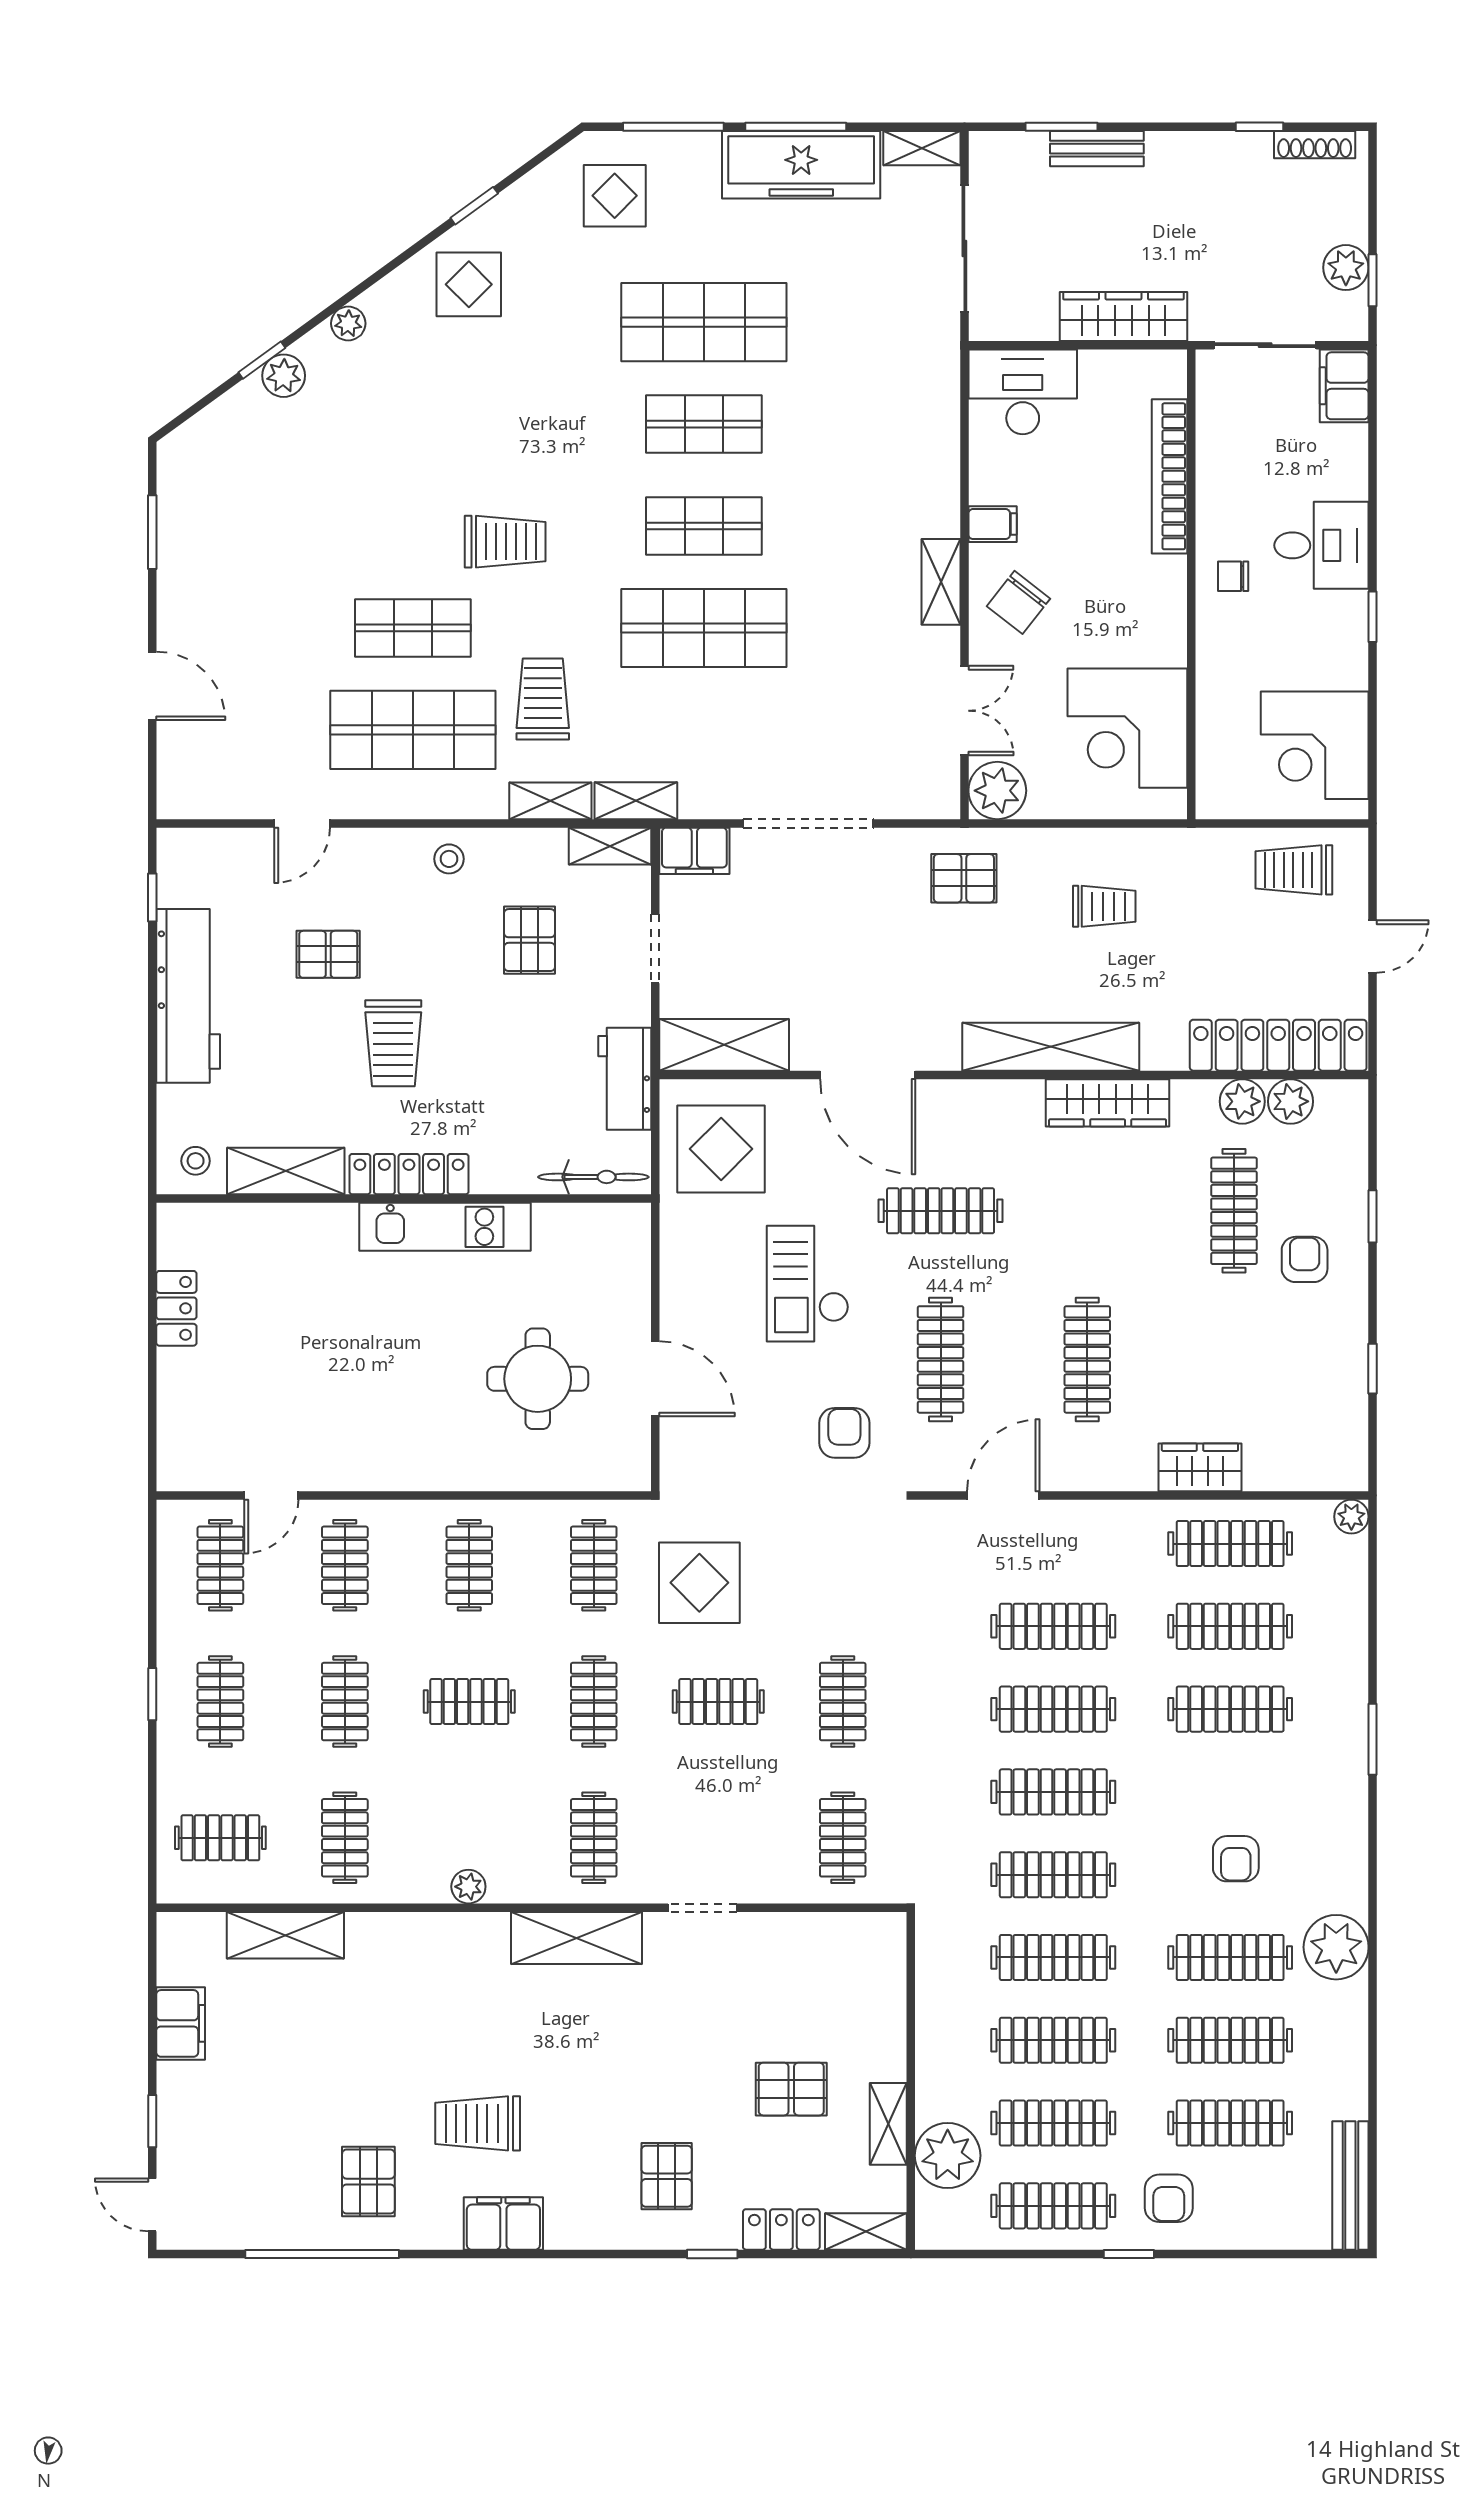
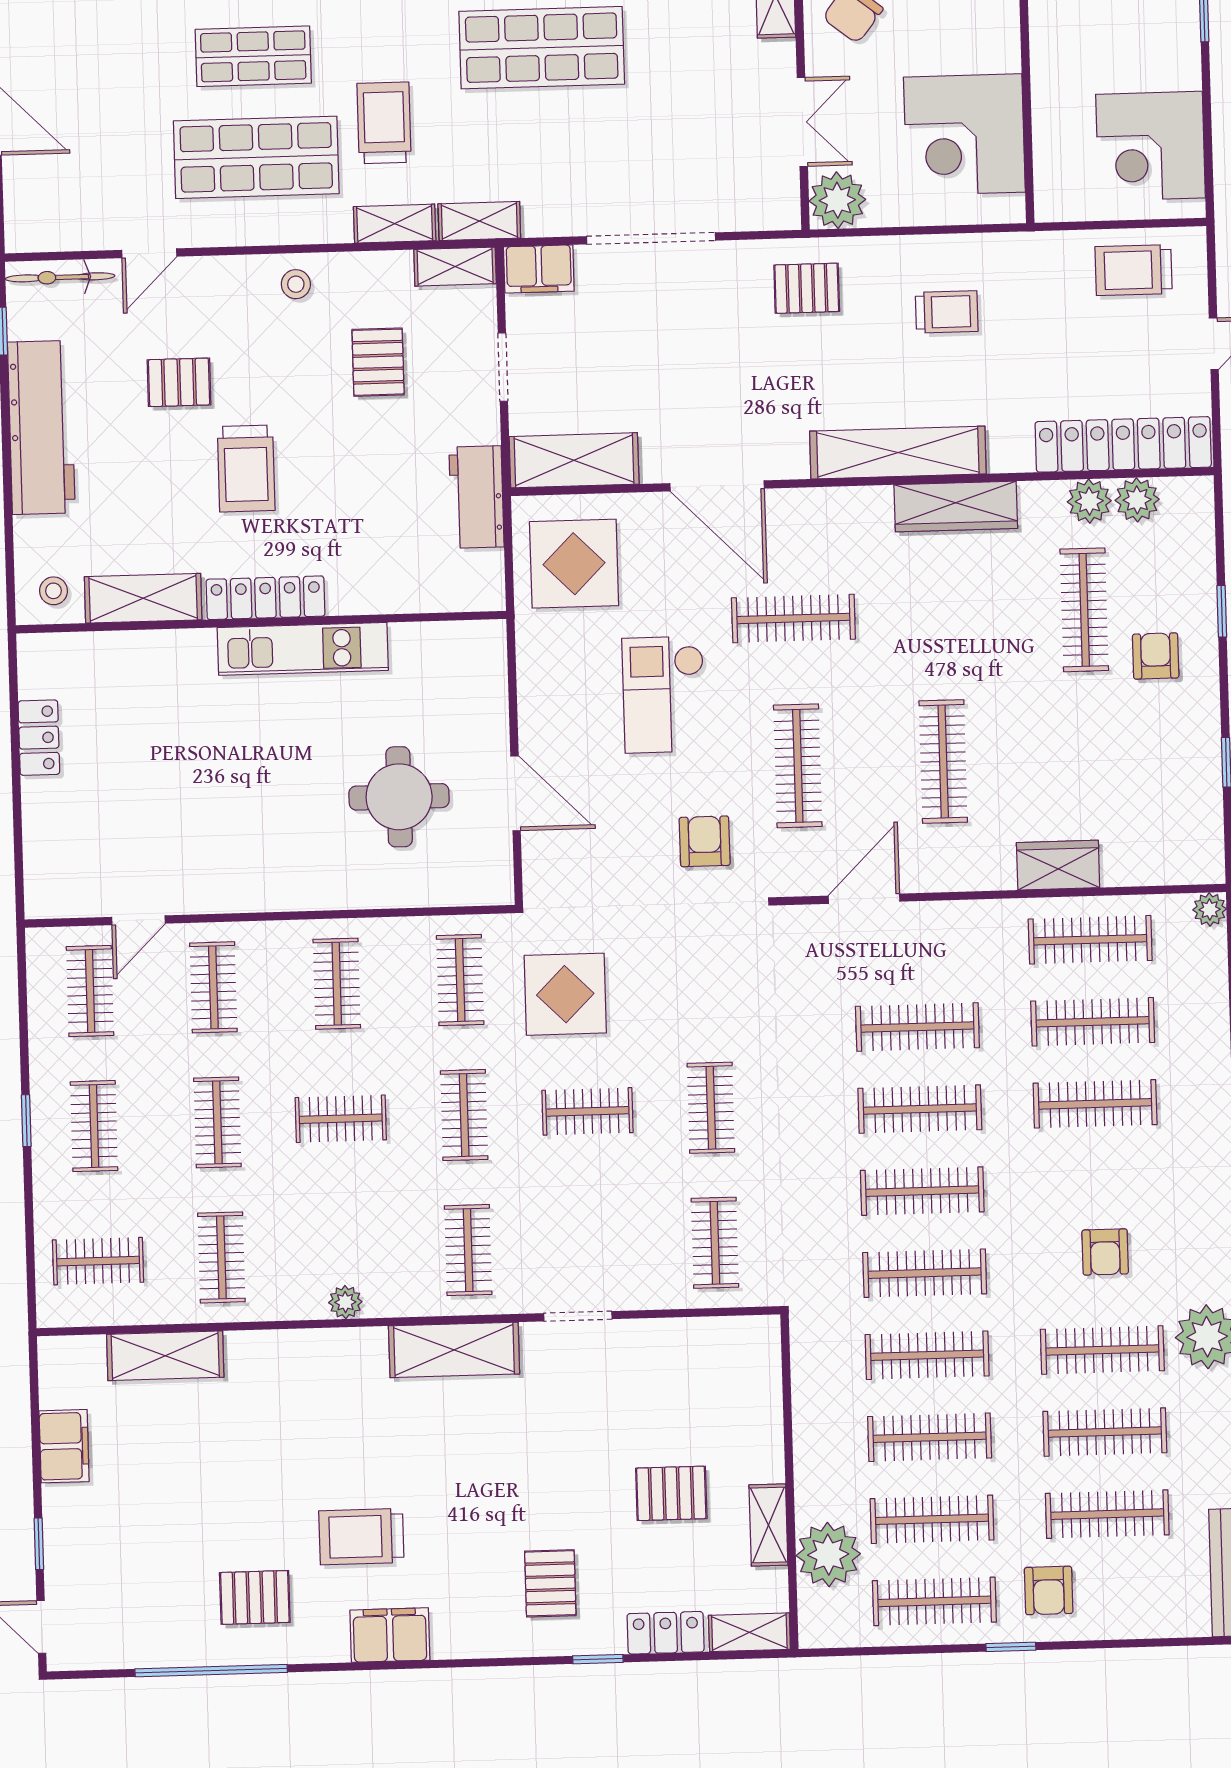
bicycle: (593, 1177) -> (60, 277), moved, turned 180
pallet: (368, 2182) -> (255, 1597), turned 90

